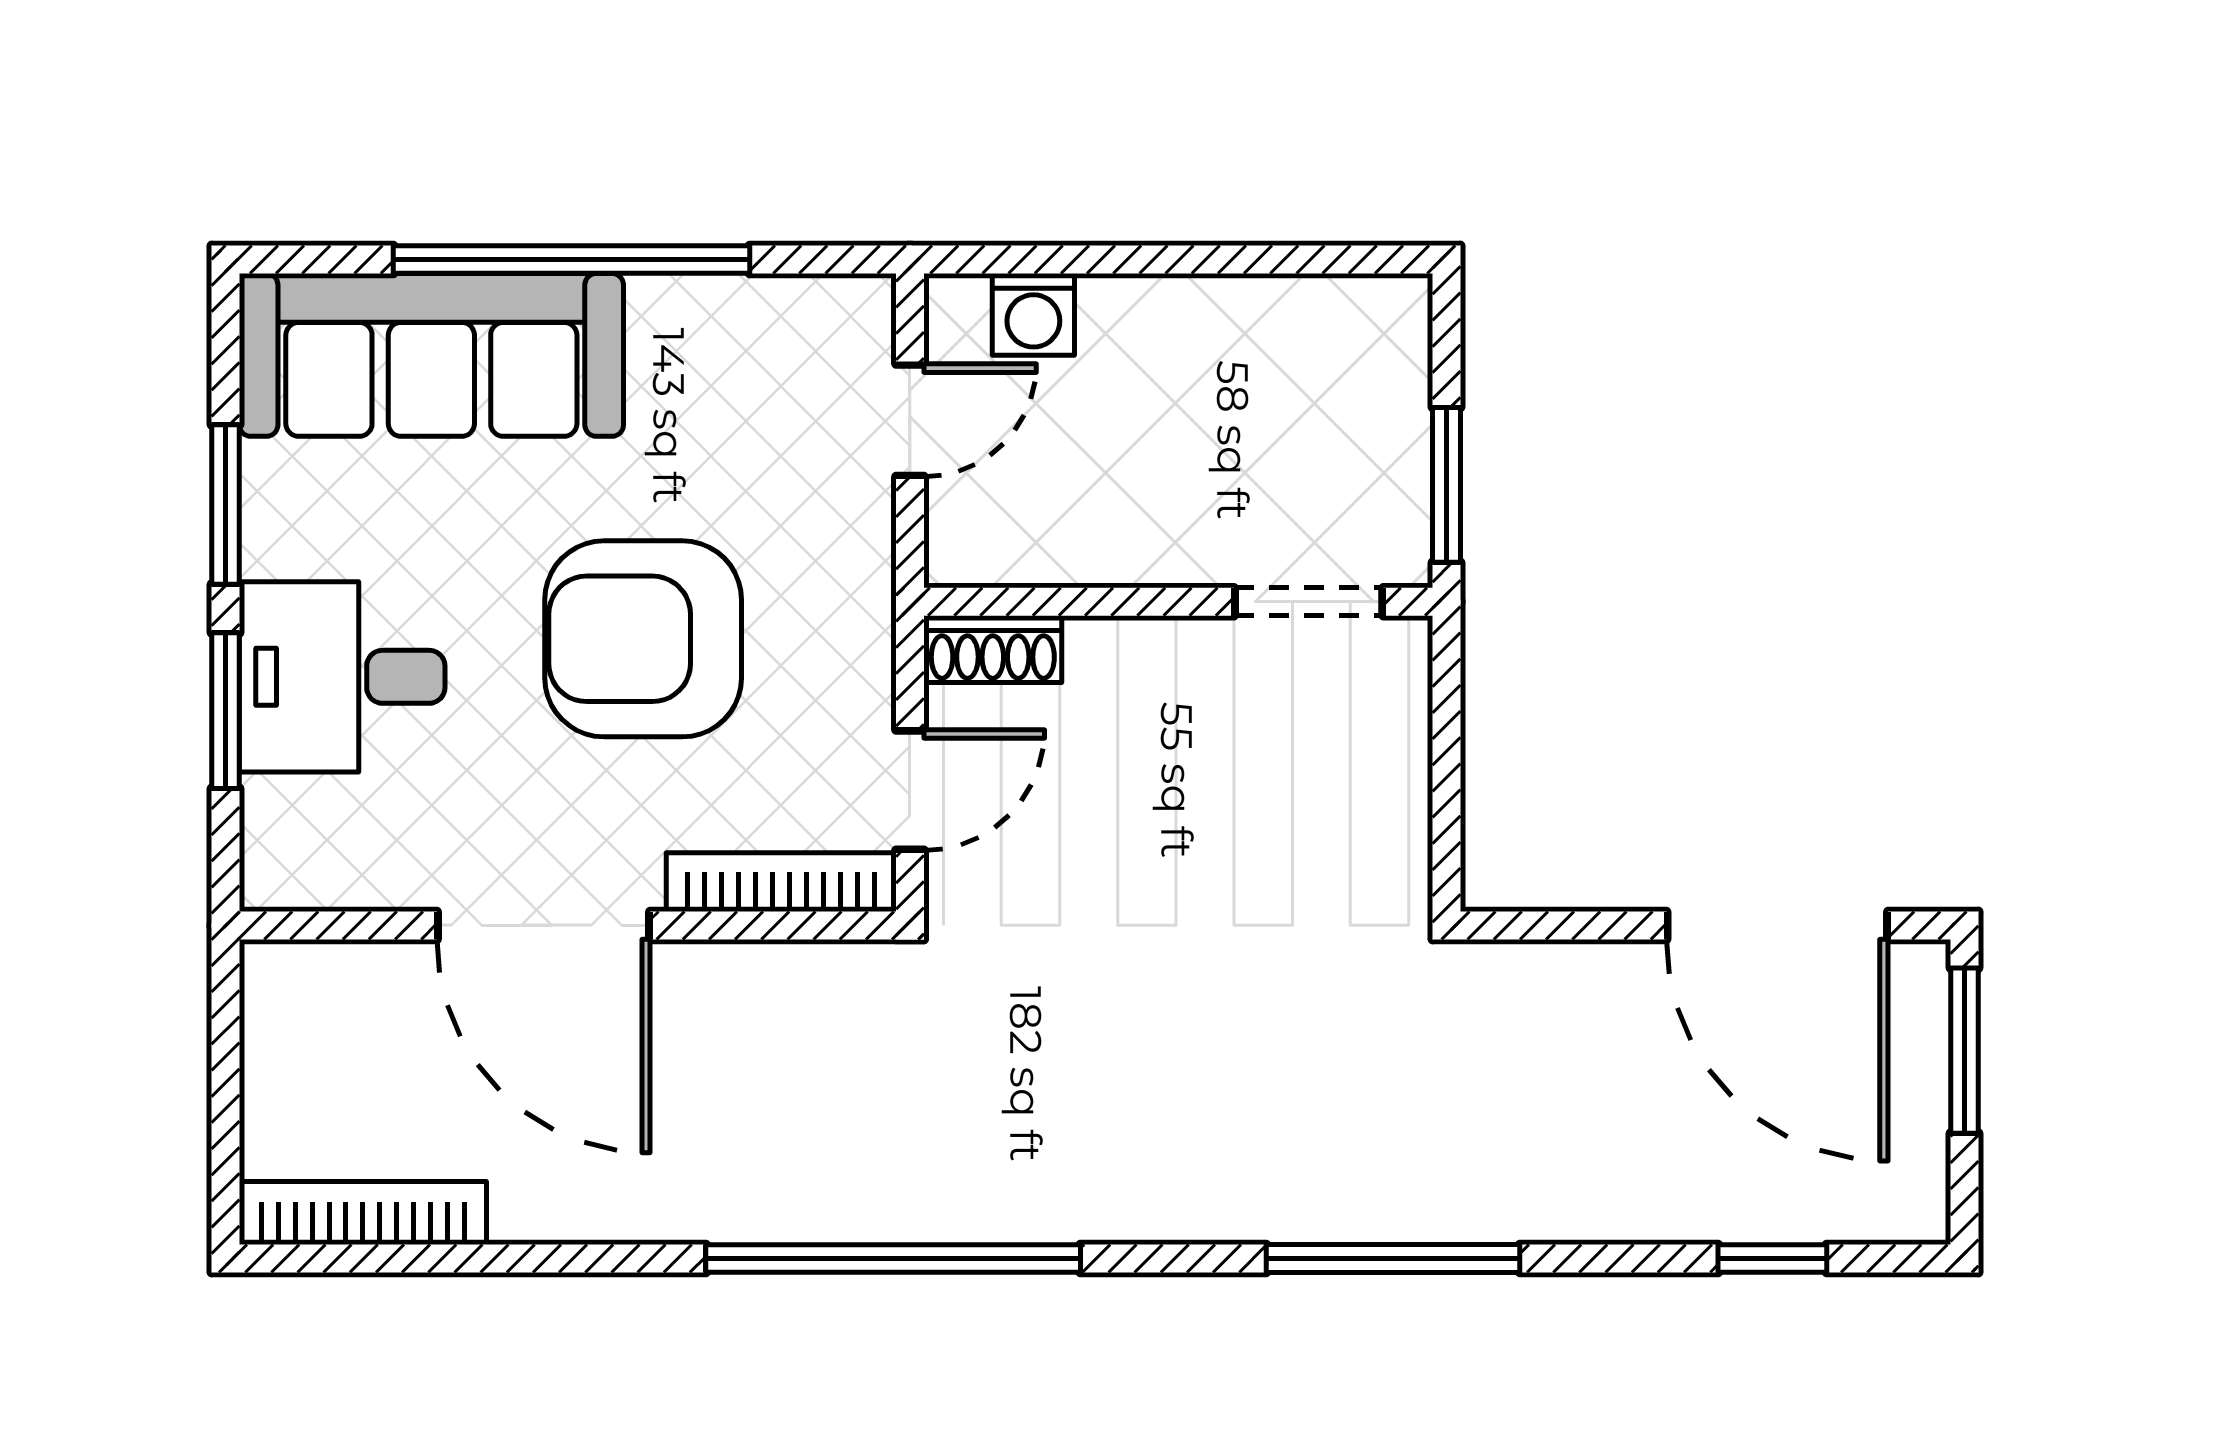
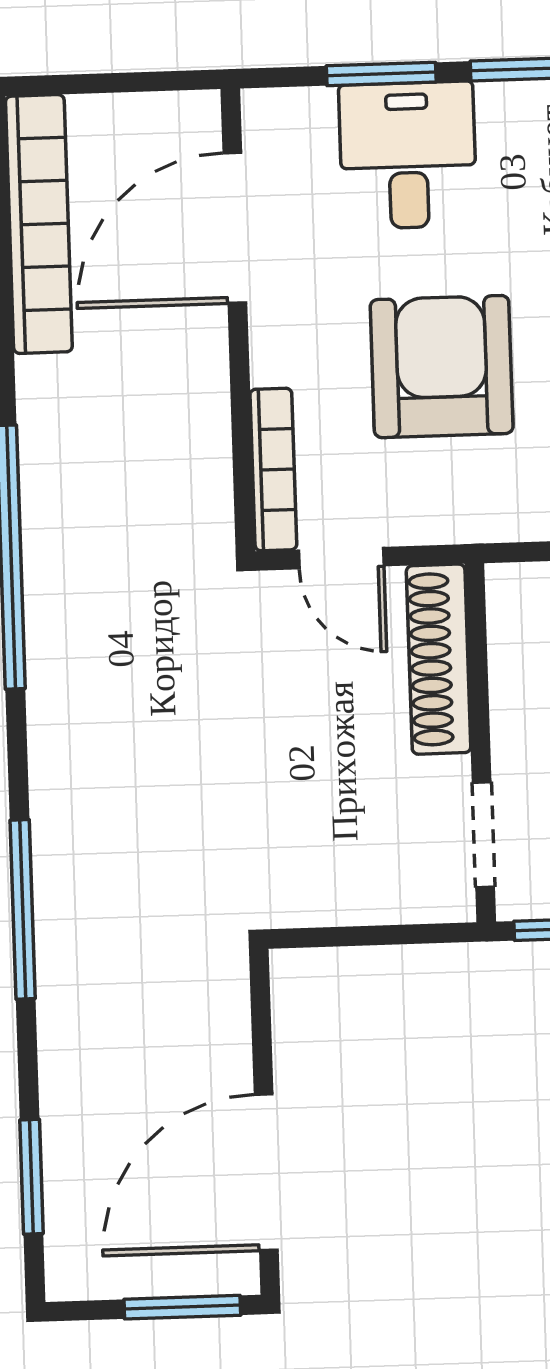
shoe rack: (993, 649) -> (439, 659), width x1.94, depth x1.24
door: (544, 925) -> (235, 228), moved
bookcase: (363, 1213) -> (39, 224), width x1.48, depth x1.31
window: (1772, 1258) -> (31, 1177), width x1.50

